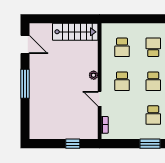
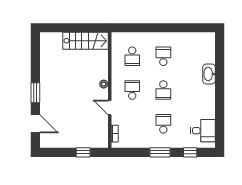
door: (25, 44) -> (35, 124), moved
school desk: (122, 81) -> (132, 90), turned 180
window: (25, 84) -> (35, 93), width x0.69
school desk: (153, 115) -> (163, 124), turned 180

